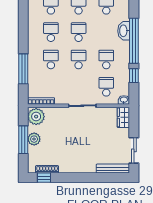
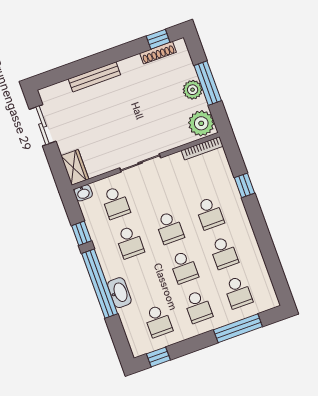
window: (23, 69) -> (245, 185), width x0.46
bench: (113, 169) -> (94, 77), moved

